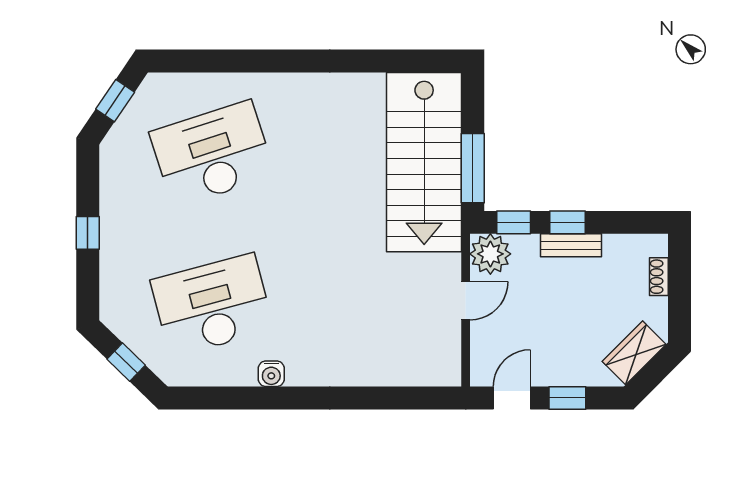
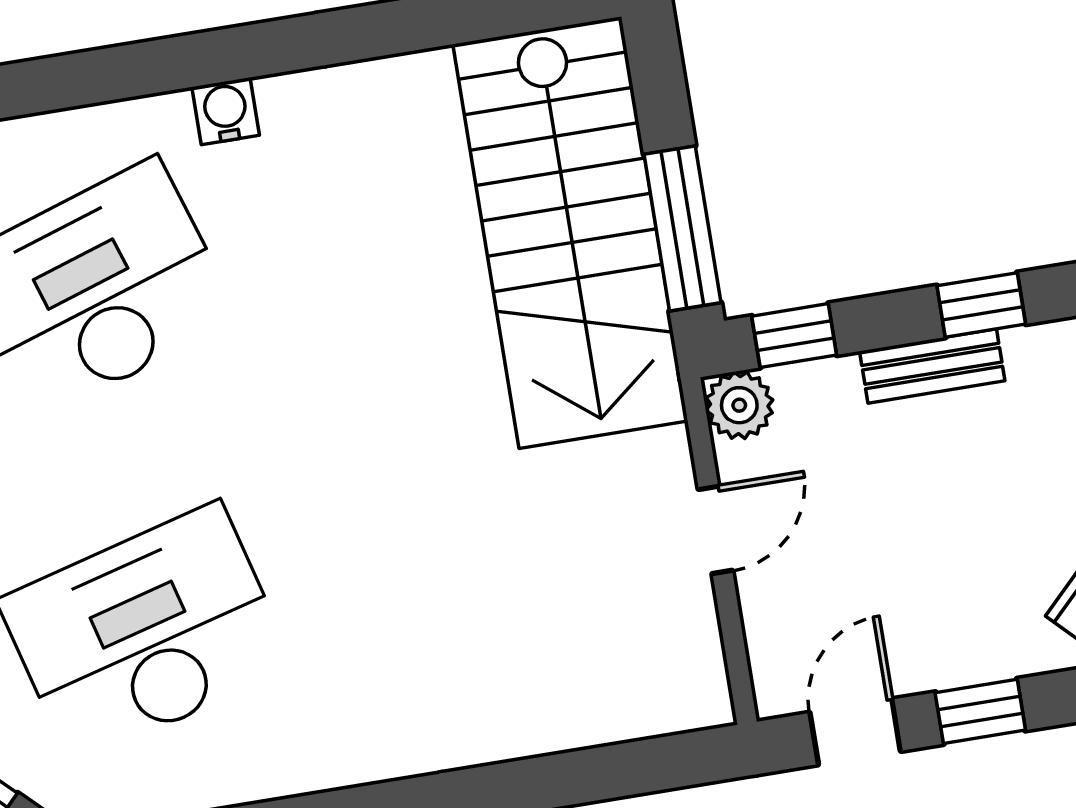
window: (568, 222) -> (981, 305), moved
plant: (490, 254) -> (739, 405), width x0.73, depth x0.73
water cooler: (271, 374) -> (226, 111), moved, turned 180

